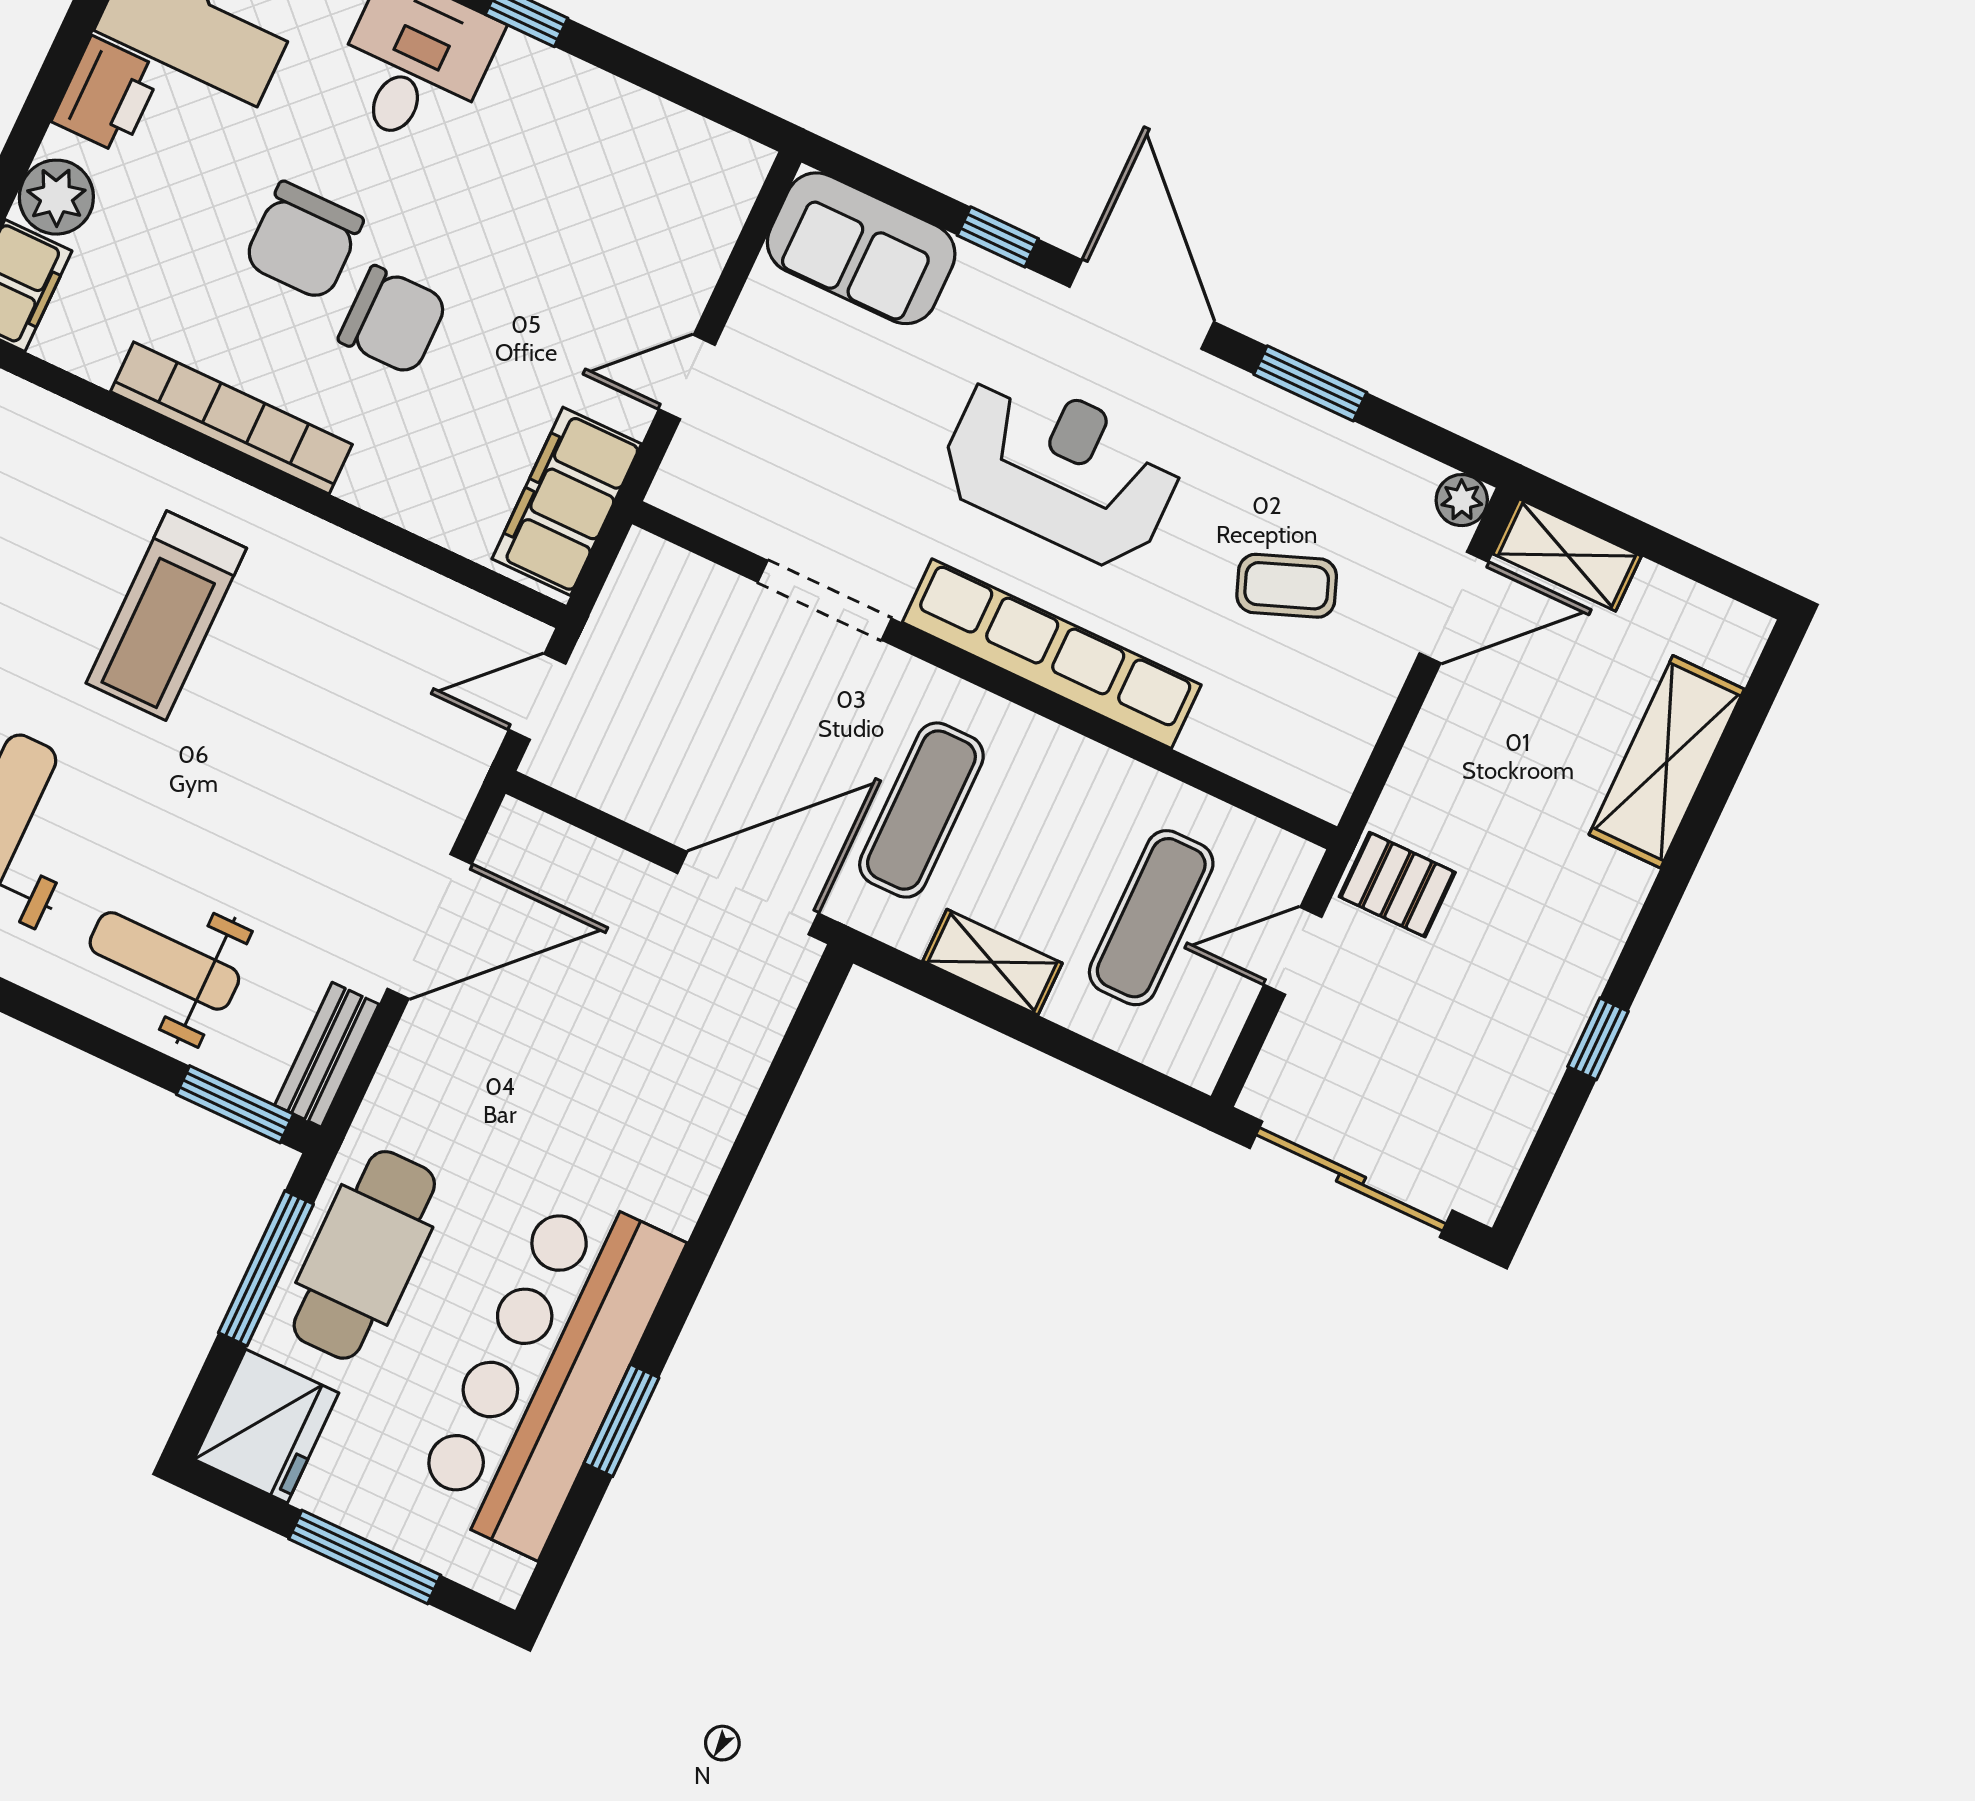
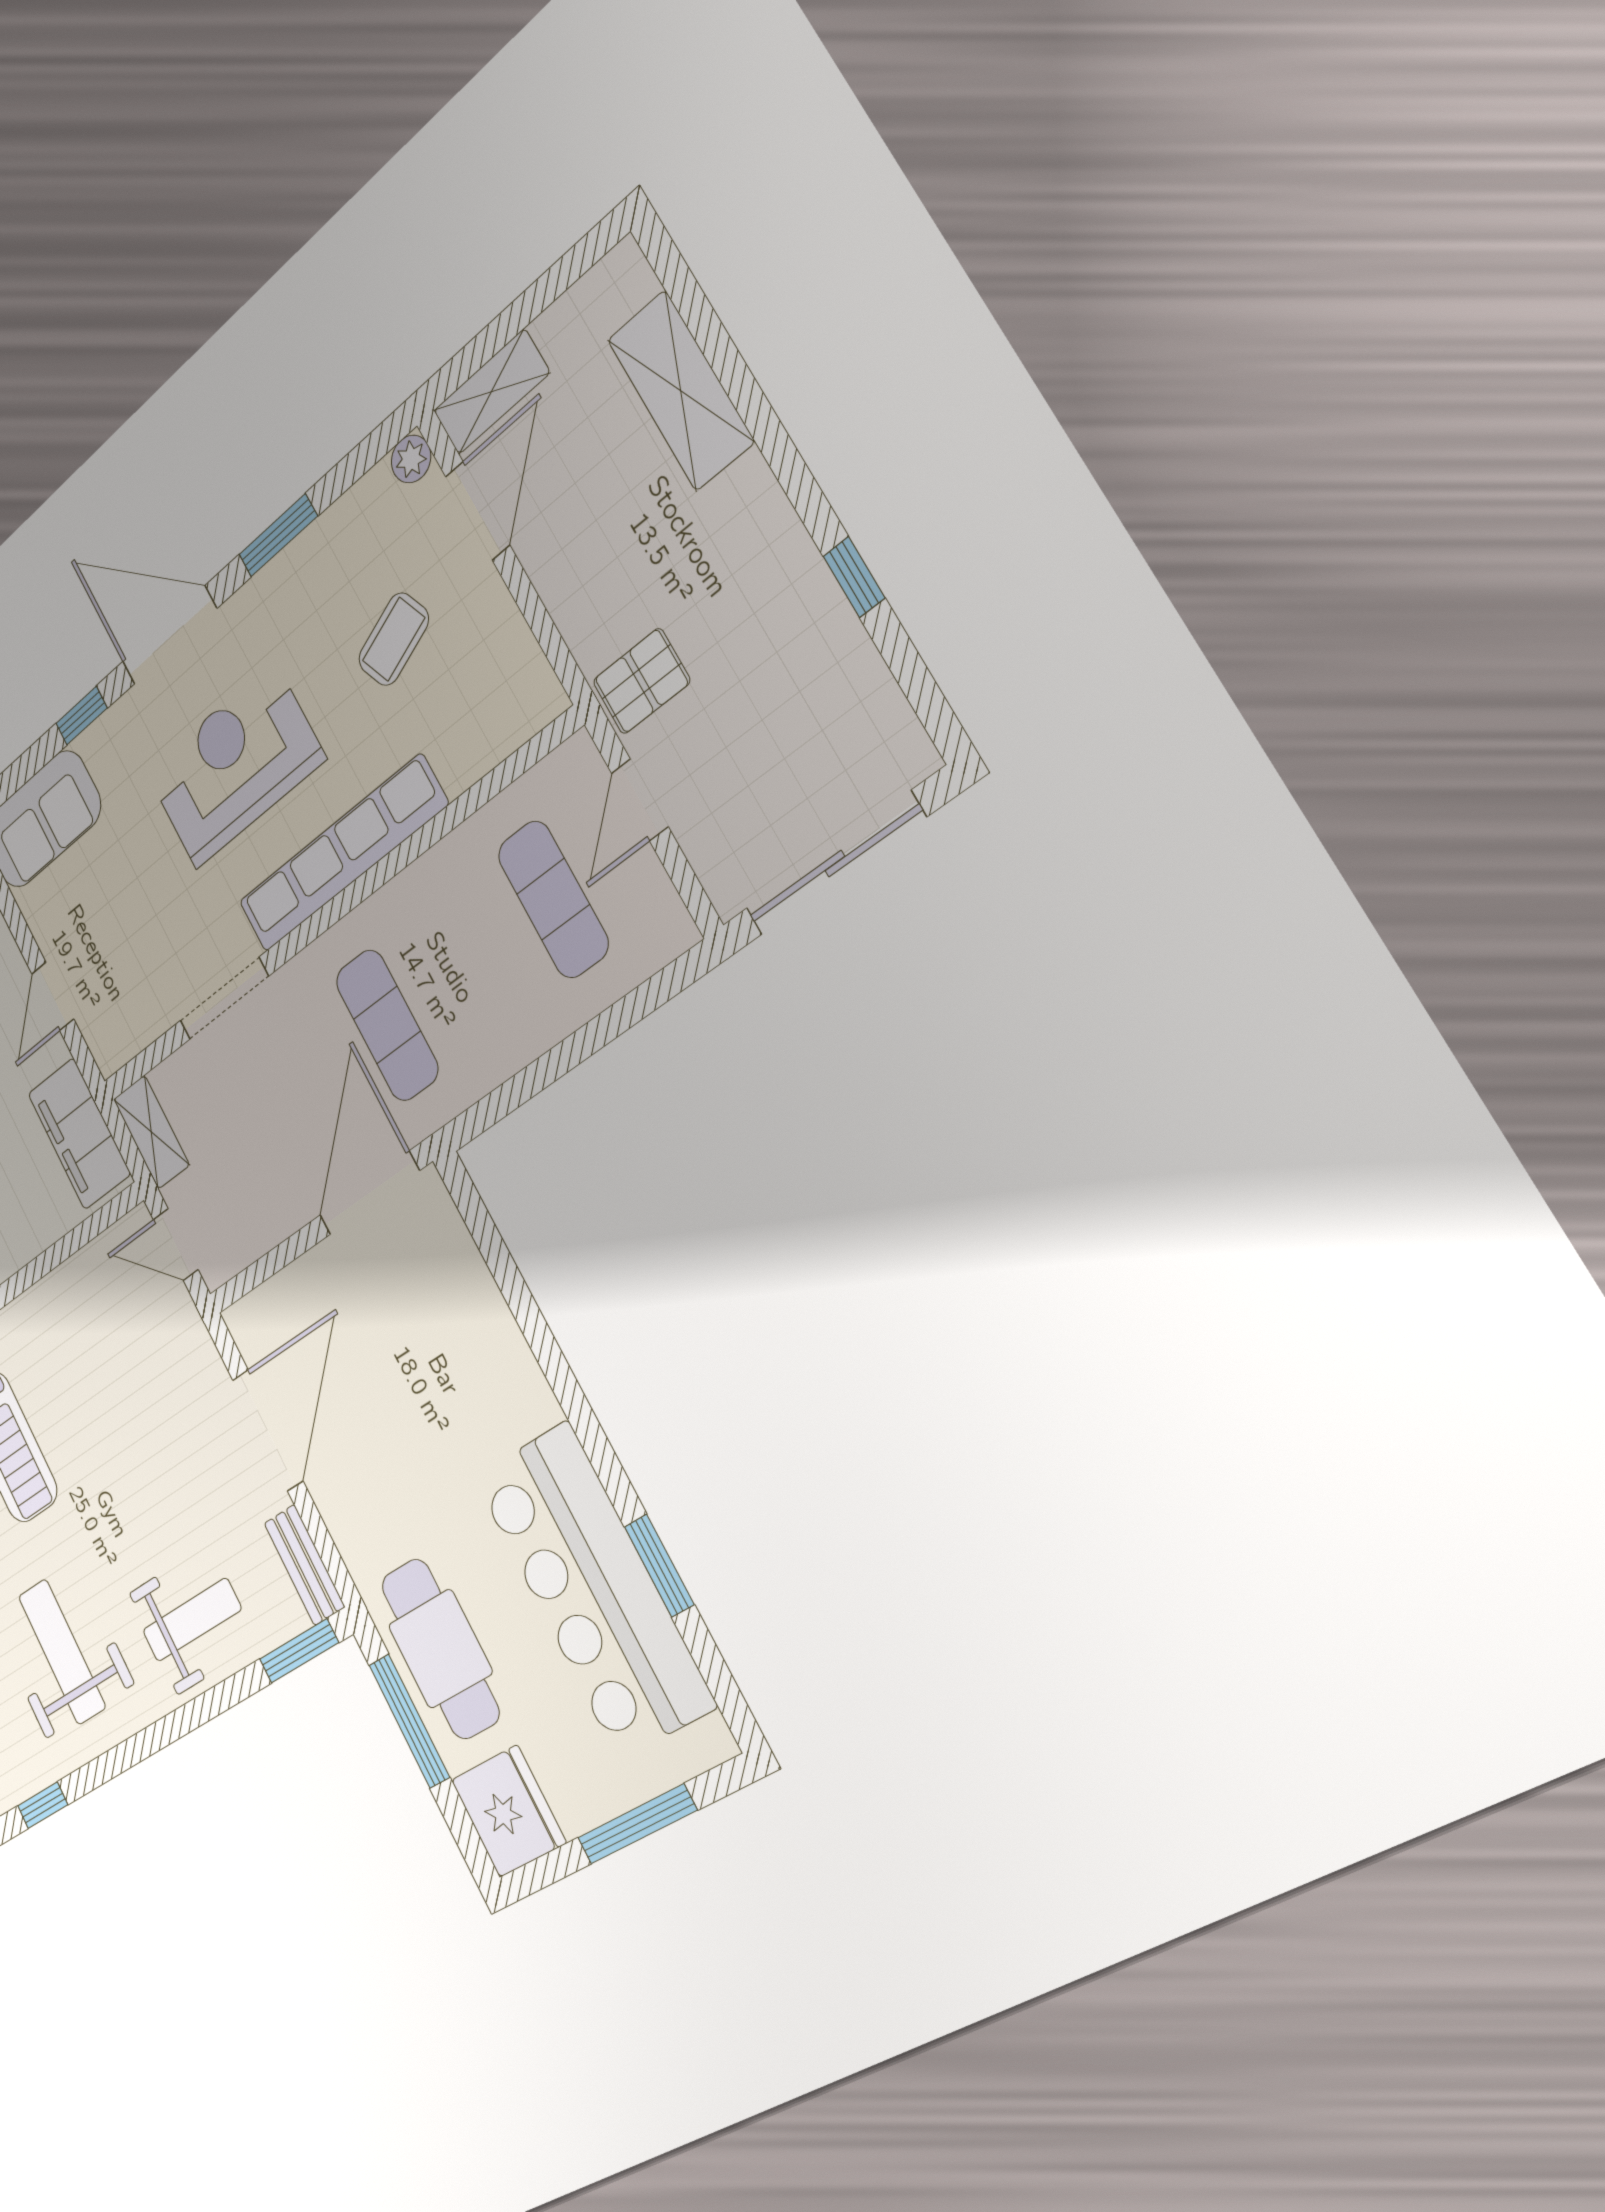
door: (537, 697) -> (176, 1245), hinge flipped
weight bench: (164, 961) -> (192, 1620), turned 180
shelving: (992, 962) -> (151, 1132), moved, turned 90

